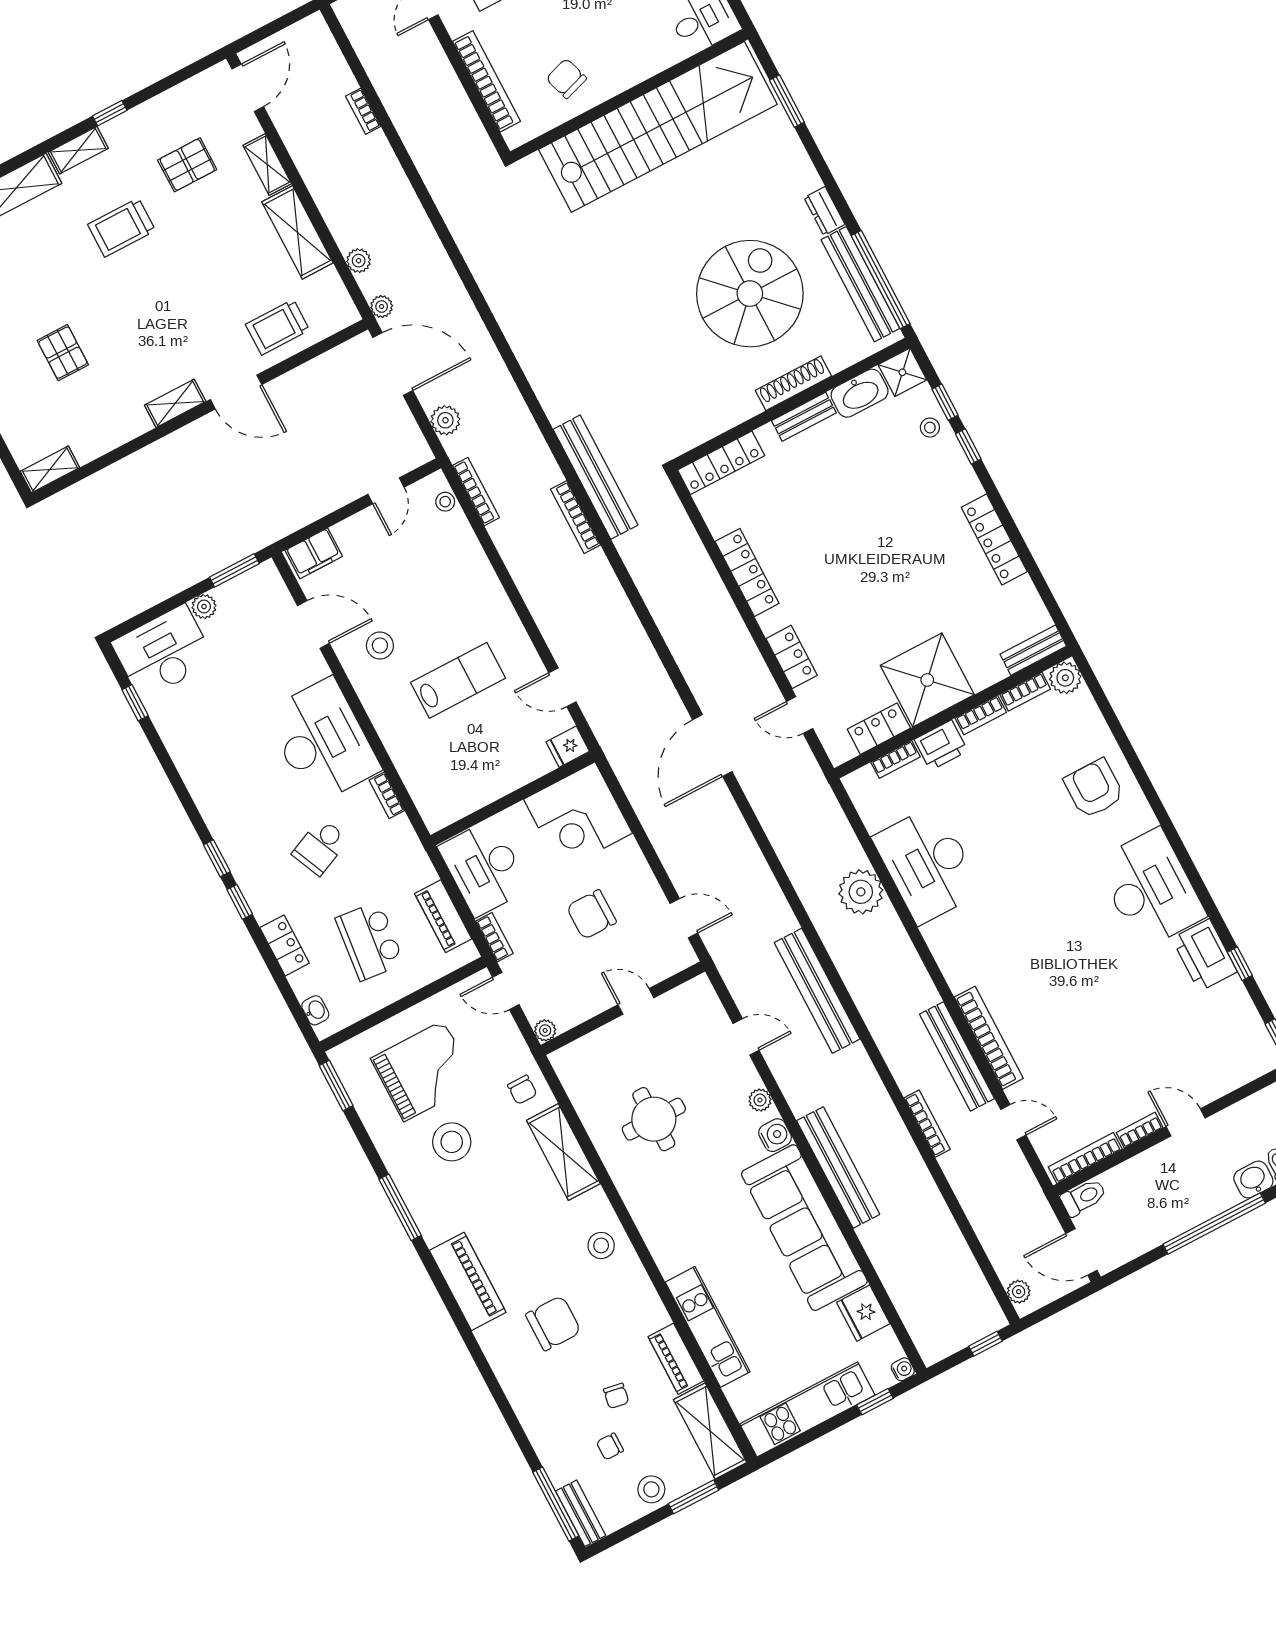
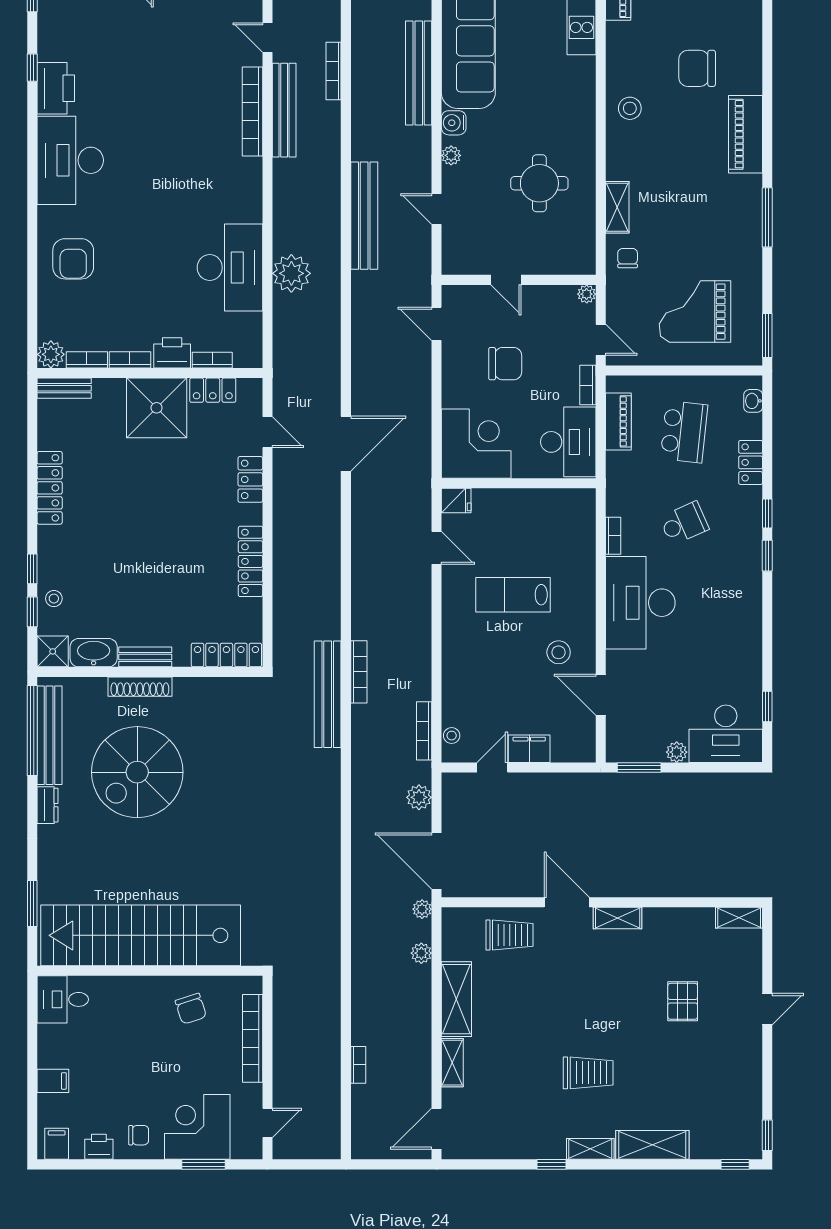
pallet: (187, 165) -> (513, 1094), removed
filing cabinet: (314, 553) -> (529, 749), moved
stool: (452, 1142) -> (702, 247), removed
shelving: (563, 1152) -> (617, 207), width x0.67, depth x0.75

